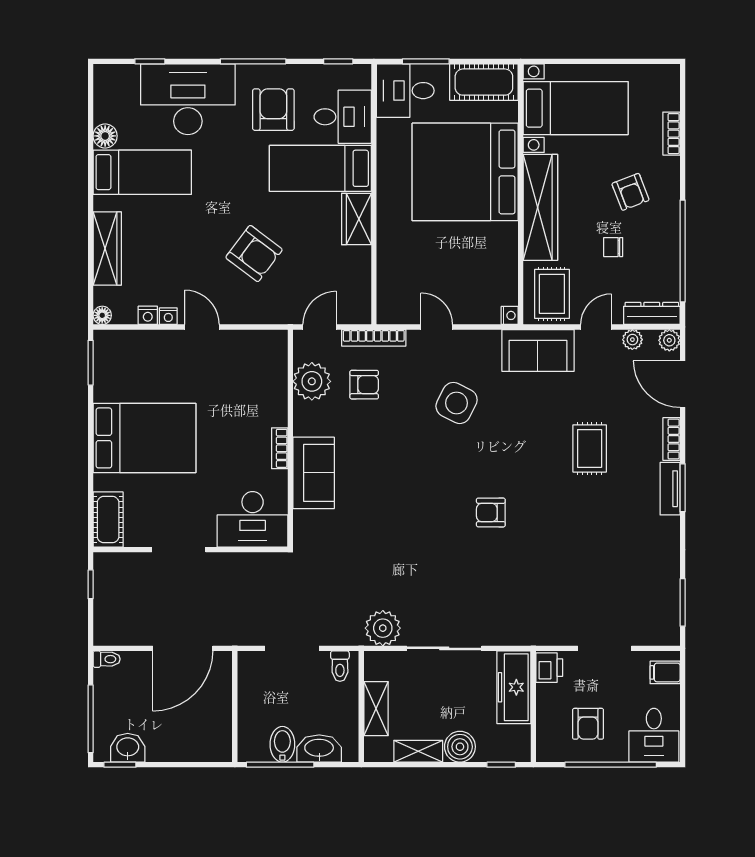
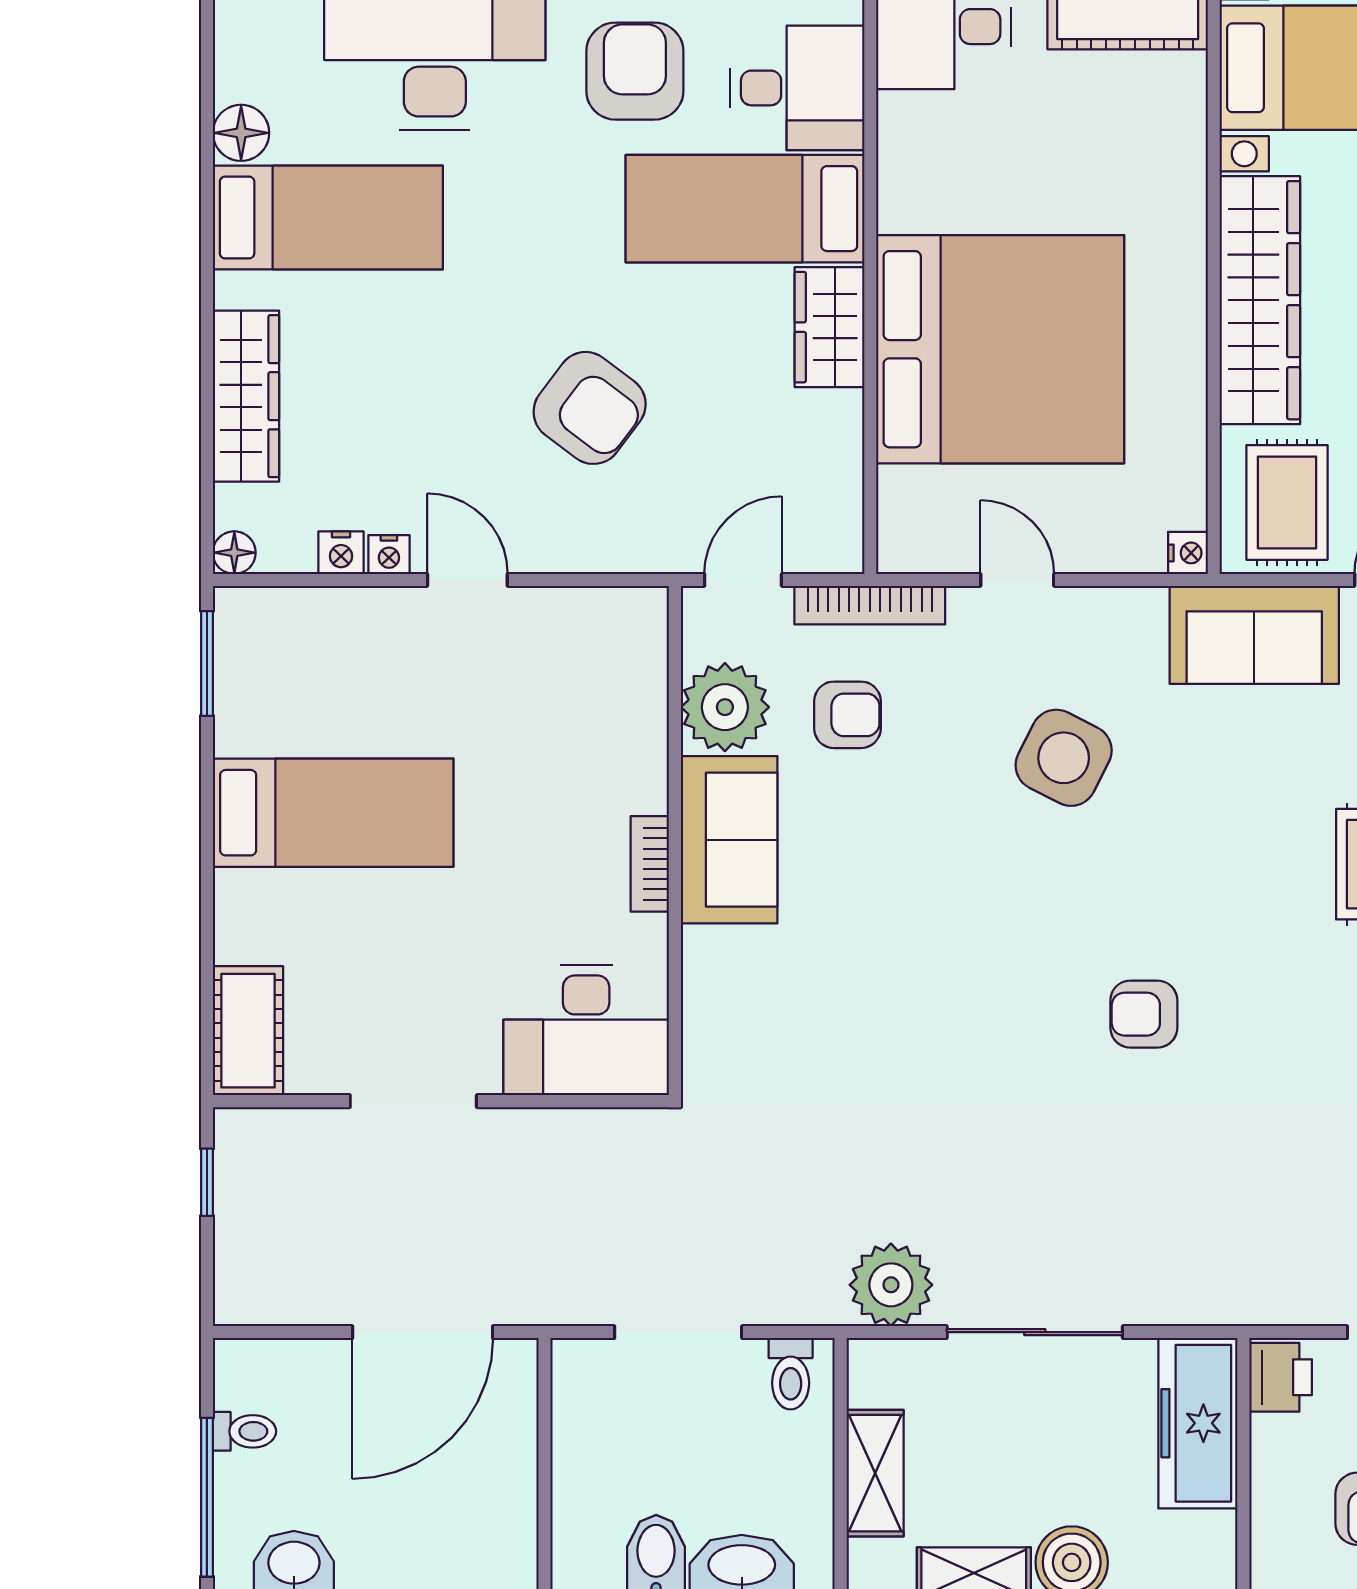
bed: (465, 172) -> (1000, 349), moved, turned 180
bed: (144, 438) -> (333, 813), width x0.67
sofa: (314, 473) -> (729, 840), moved
toilet: (107, 659) -> (244, 1431), moved

